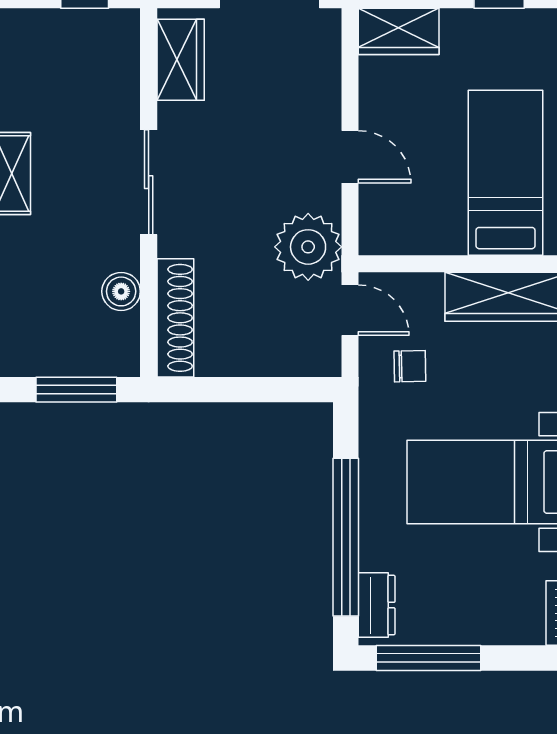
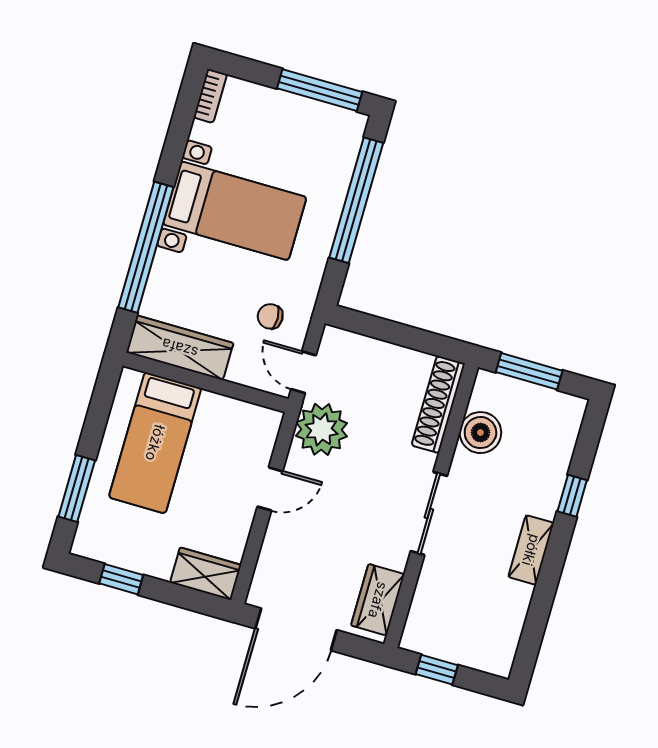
door: (350, 157) -> (270, 489), swing flipped
boiler: (121, 291) -> (480, 433), width x1.36, depth x1.36
dresser: (377, 605) -> (348, 142), removed

